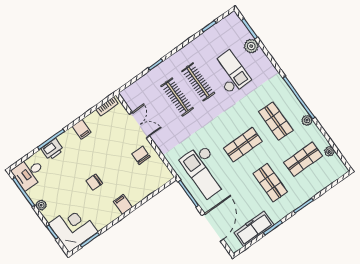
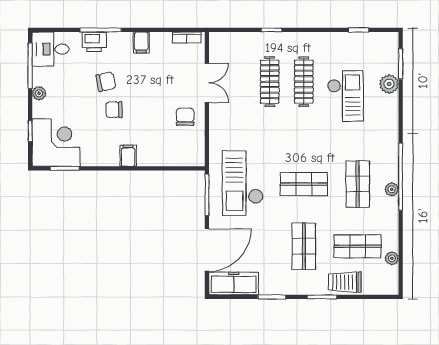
plant: (307, 120) -> (392, 189), moved
chair: (77, 169) -> (106, 82), added
trolley: (311, 187) -> (345, 282), added
freezer: (254, 229) -> (234, 283), moved

